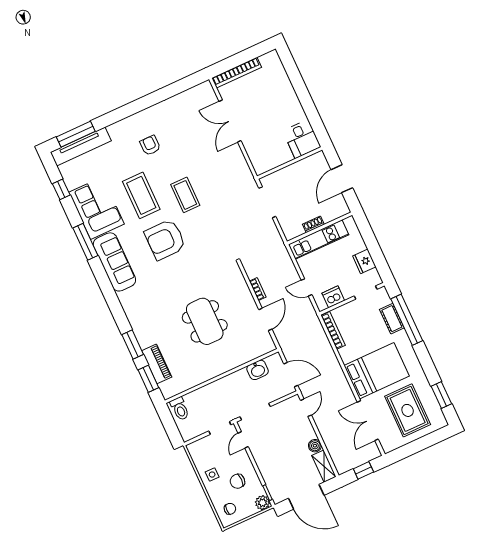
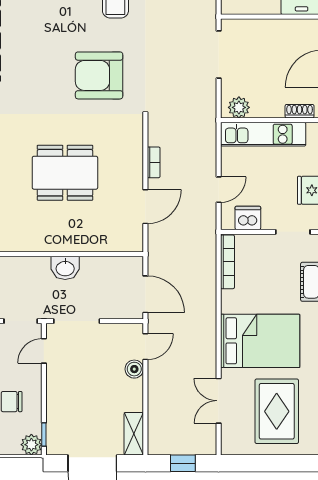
shoe rack: (313, 224) -> (300, 111), moved
plant: (295, 230) -> (239, 107), added
armchair: (165, 240) -> (99, 75), moved
door: (307, 287) -> (219, 190), swing flipped
dining table: (205, 321) -> (65, 173), turned 90
washbasin: (258, 370) -> (65, 268), moved
double door: (368, 421) -> (219, 401), width x0.73
boiler: (315, 446) -> (134, 369), moved

